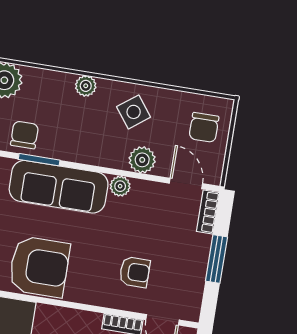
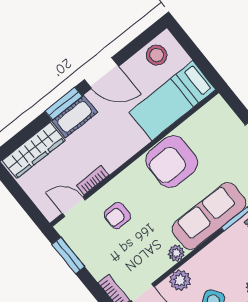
window: (216, 259) -> (68, 255), moved

